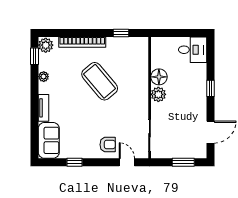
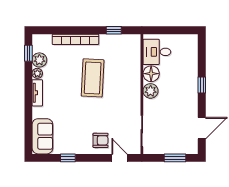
plant: (46, 45) -> (39, 60), moved
desk: (193, 50) -> (157, 52), moved, turned 180
coffee table: (100, 81) -> (93, 78), turned 43
tv unit: (43, 108) -> (37, 93), moved

